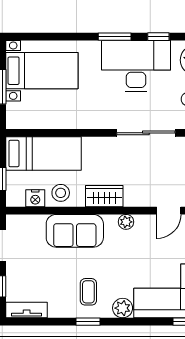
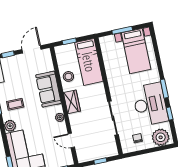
nightstand: (35, 198) -> (62, 63), removed

